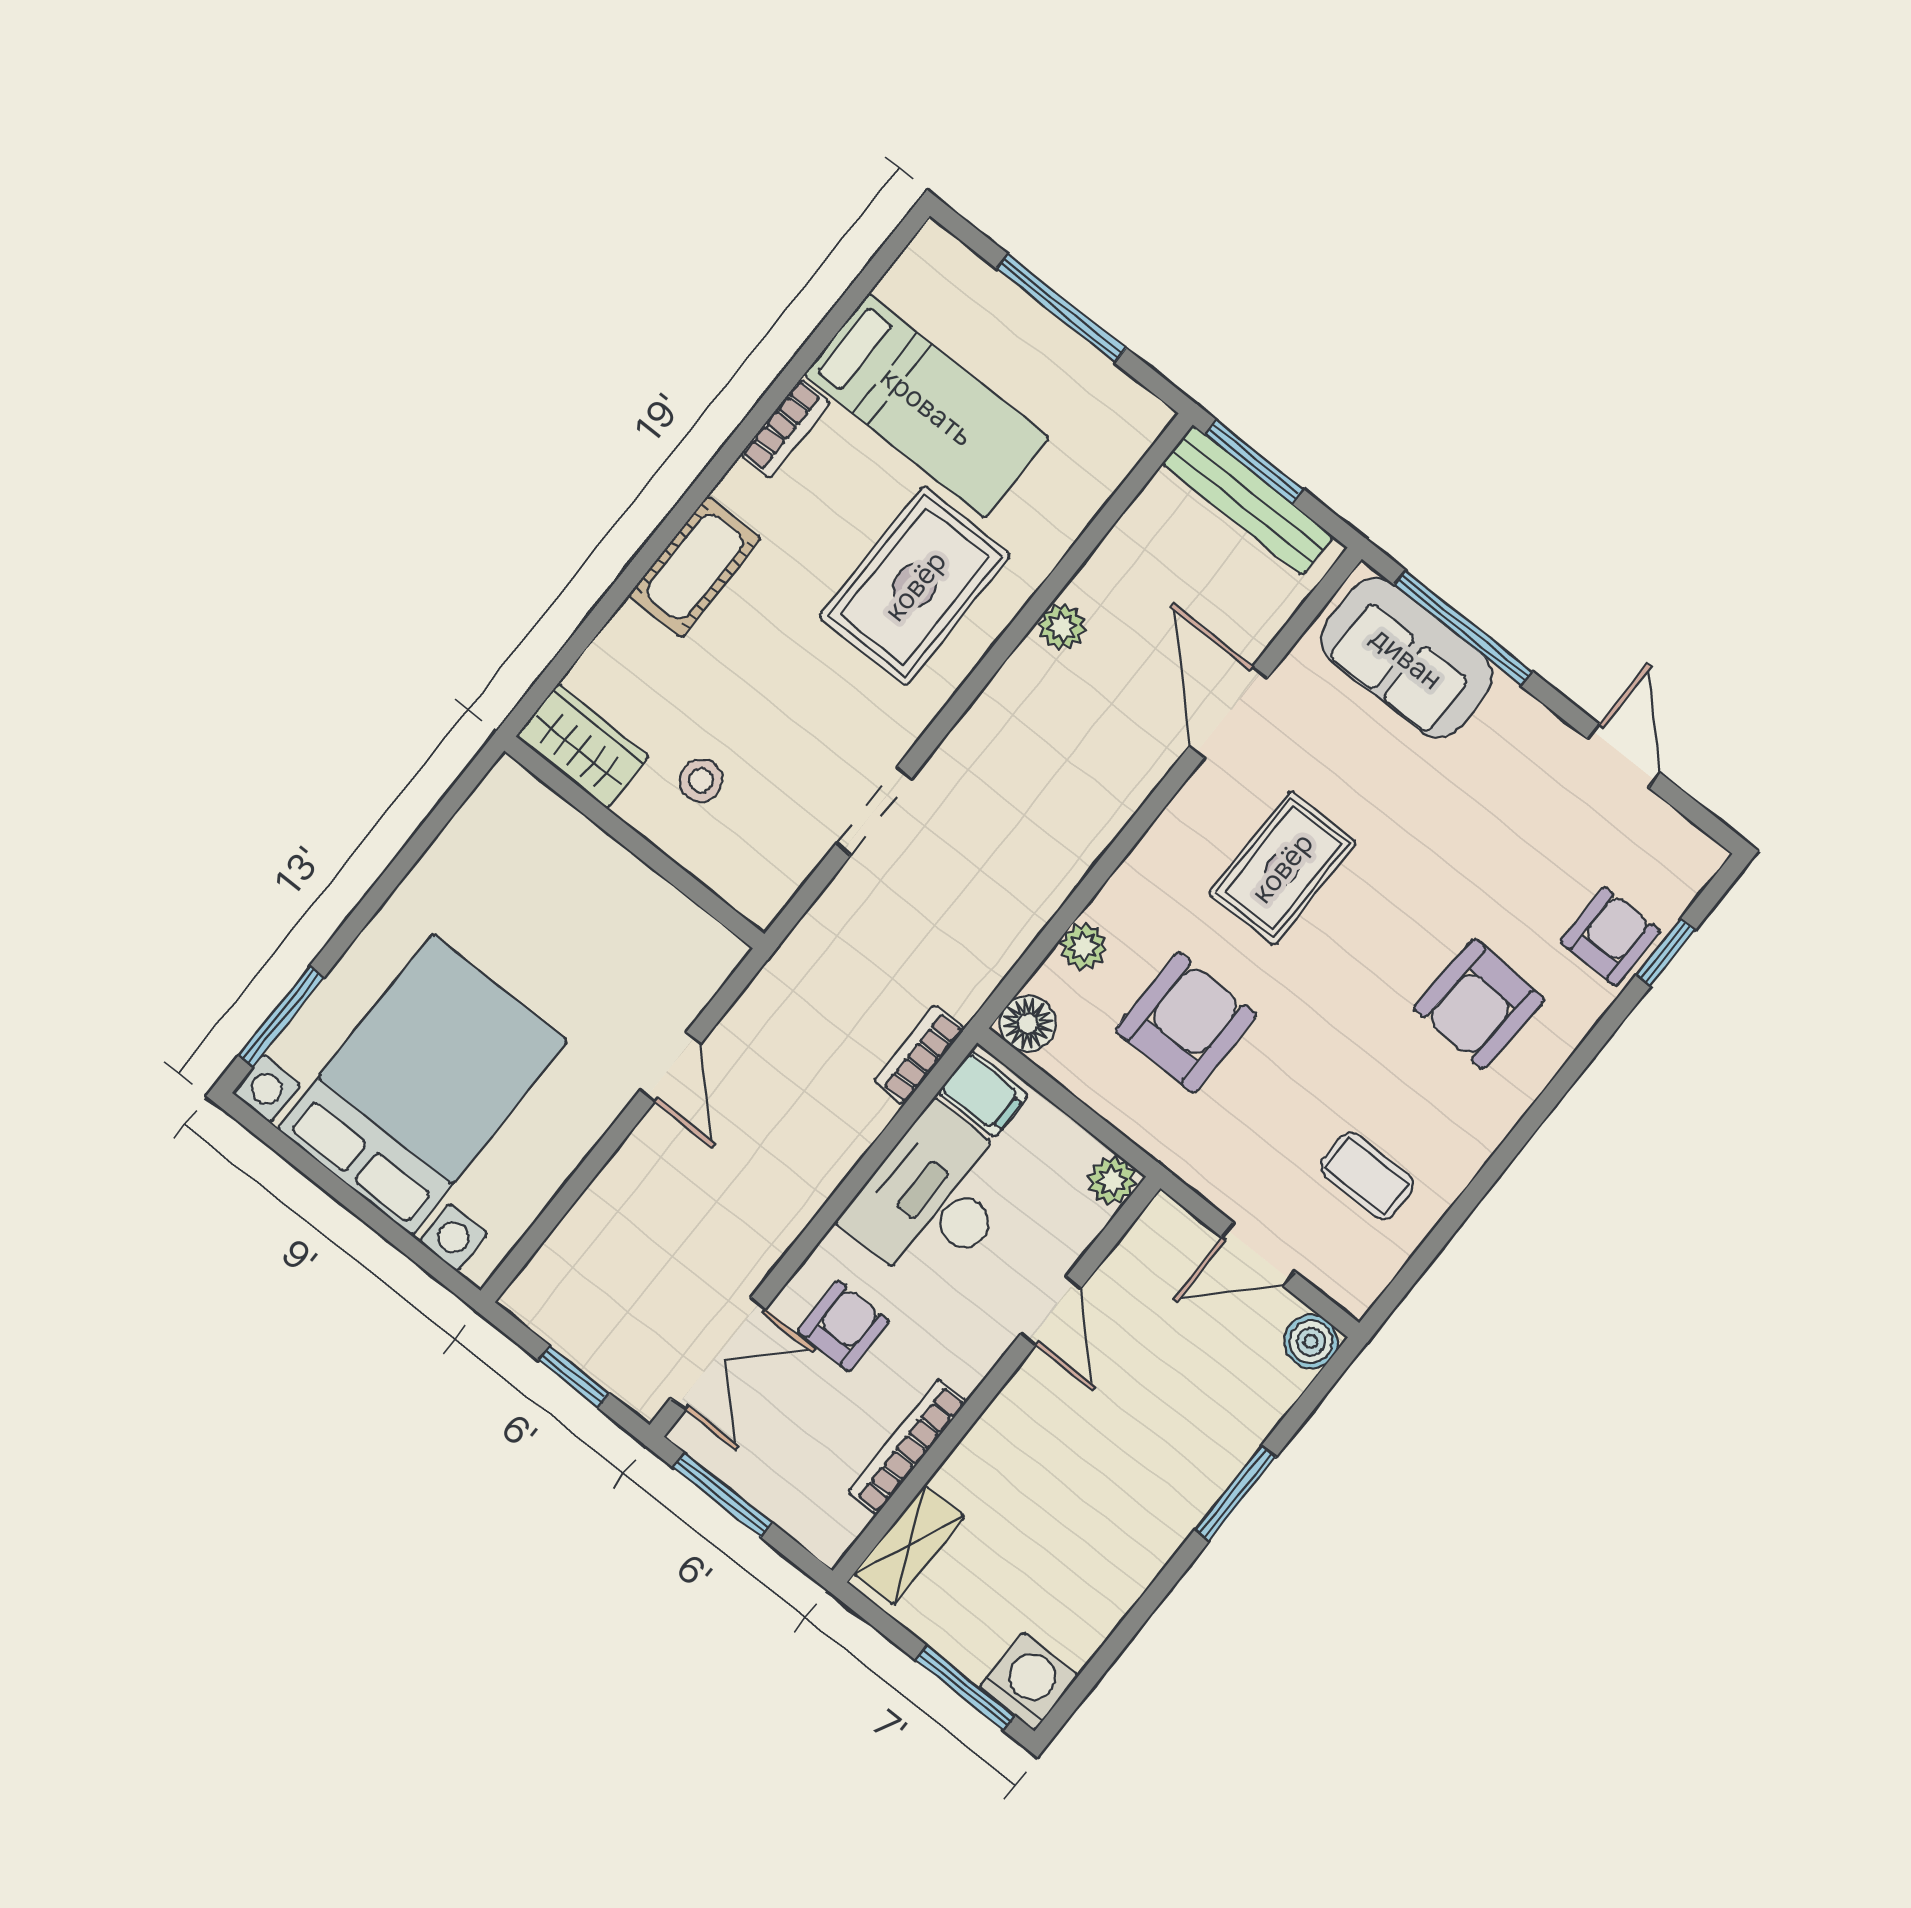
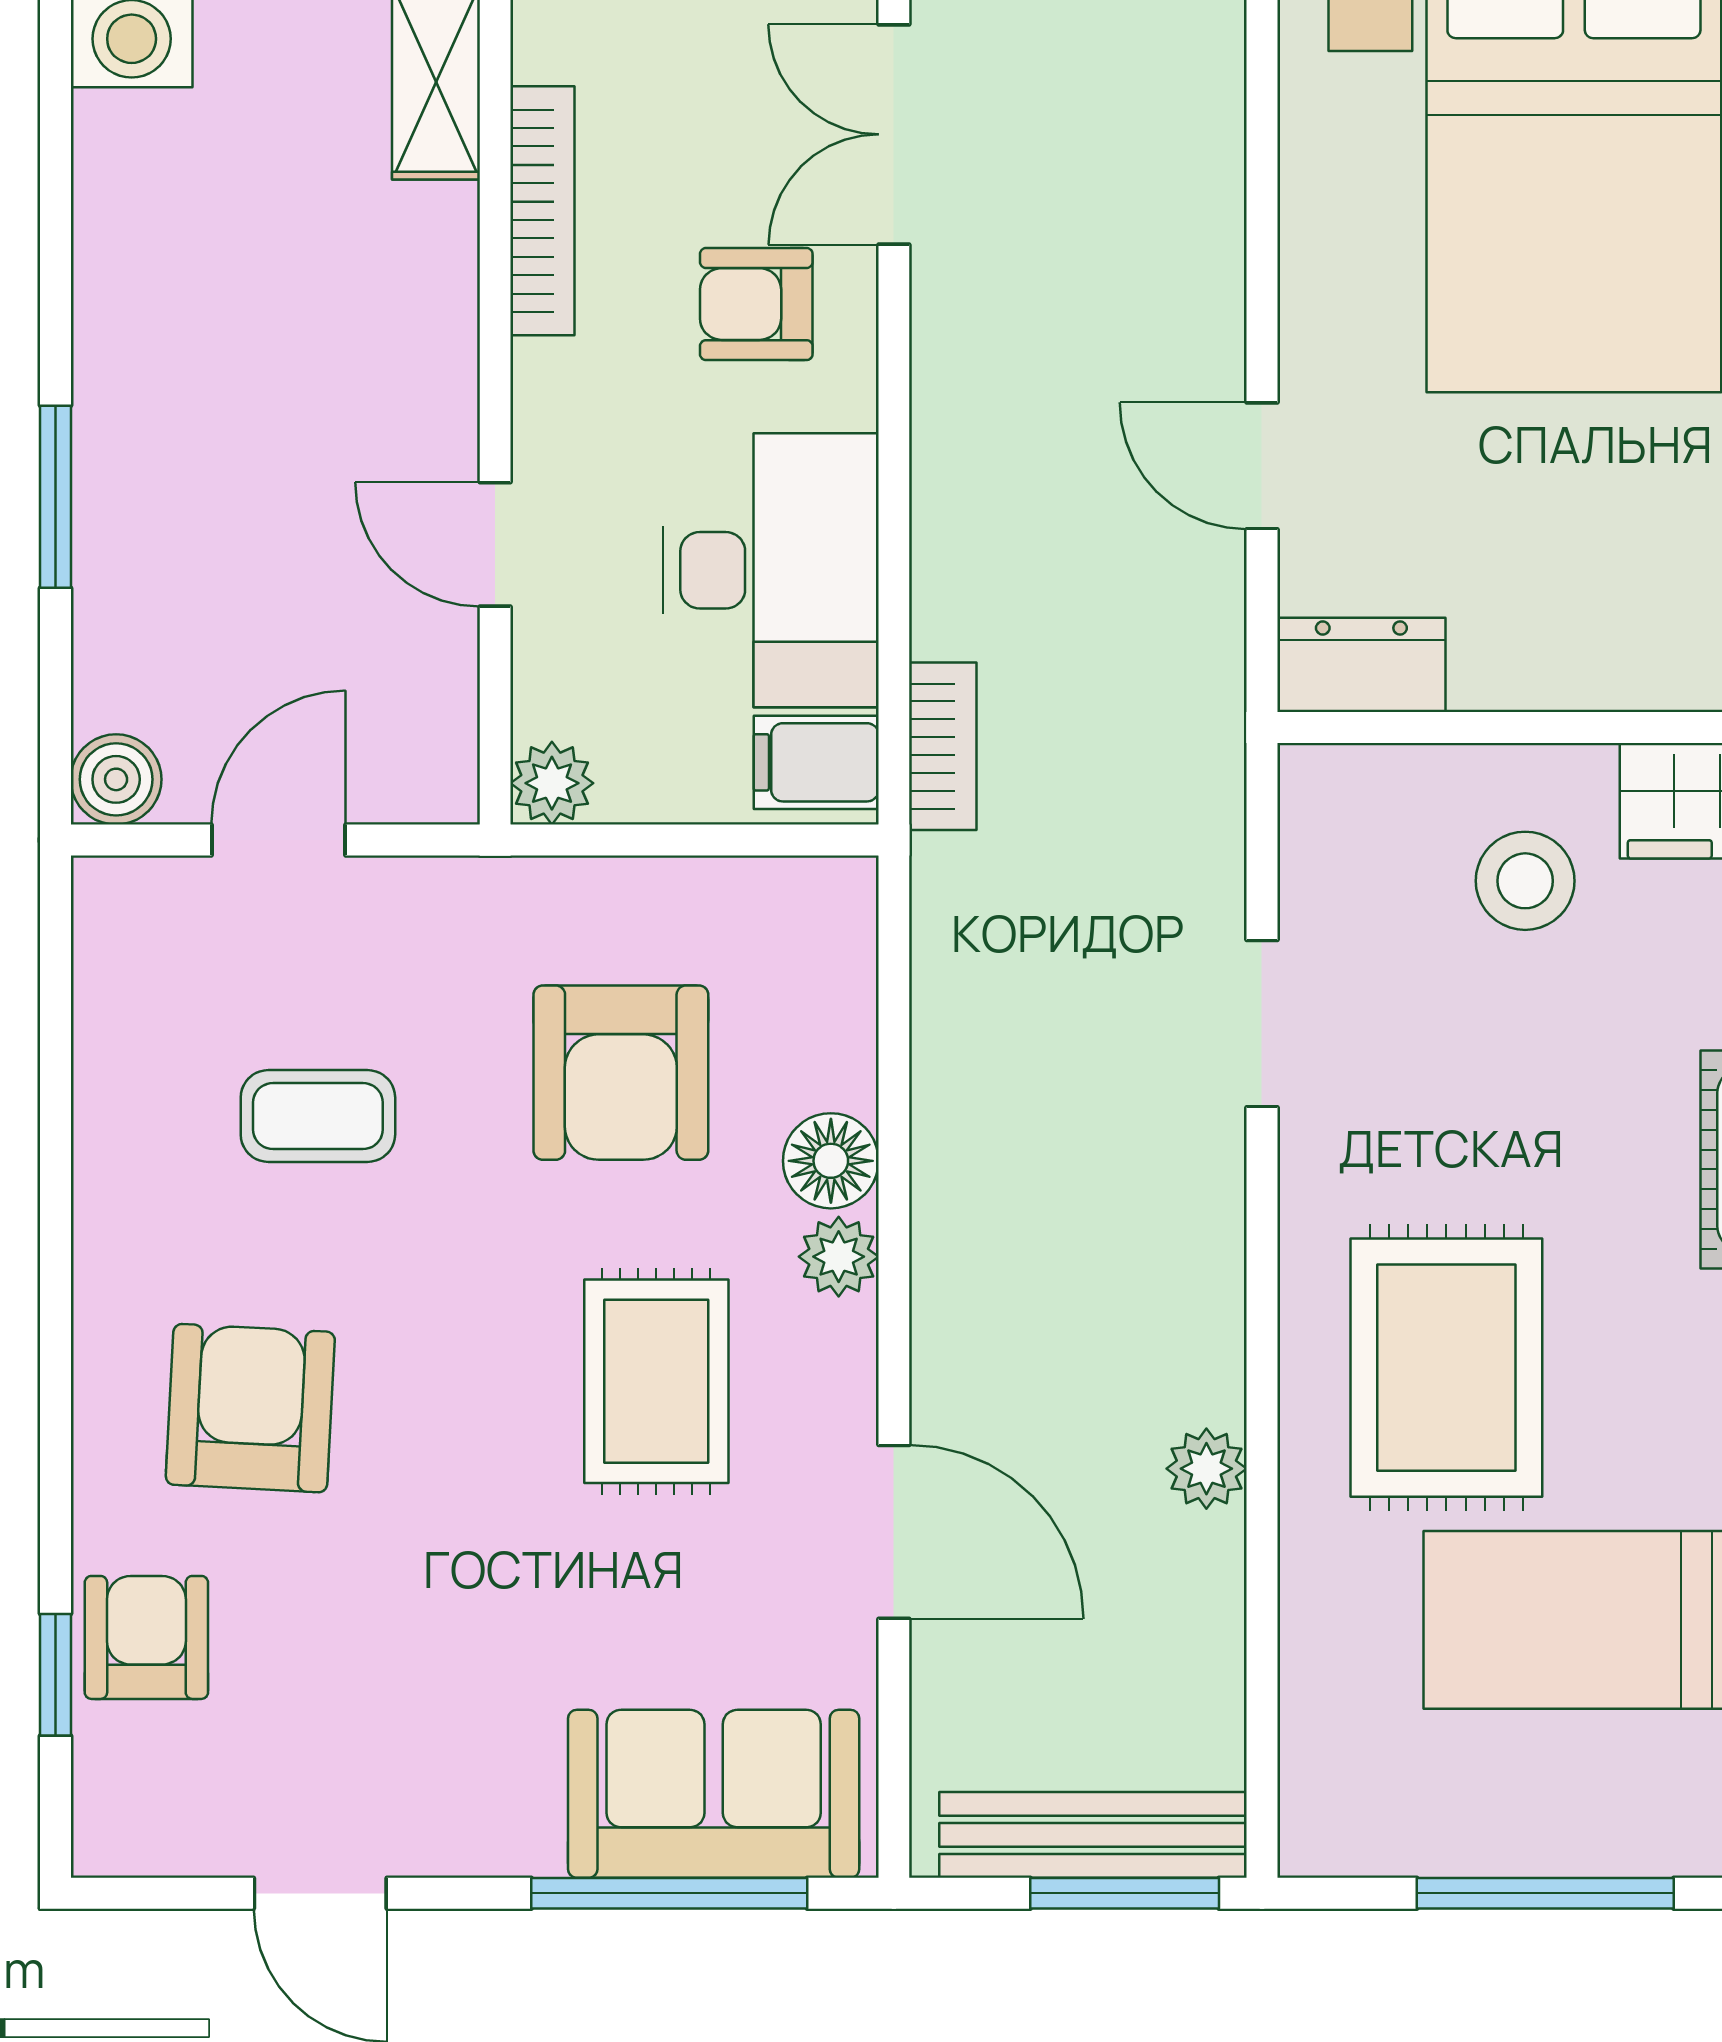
stool: (701, 780) -> (1525, 881), width x1.37, depth x1.37
armchair: (1610, 937) -> (146, 1637), turned 180
dresser: (697, 939) -> (1361, 665), added
plant: (1083, 947) -> (839, 1257), moved
floor lamp: (1028, 1024) -> (831, 1161), moved
coffee table: (1367, 1176) -> (318, 1116), moved
armchair: (843, 1326) -> (756, 304), turned 90

